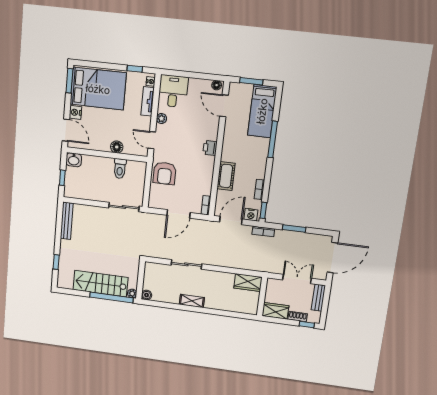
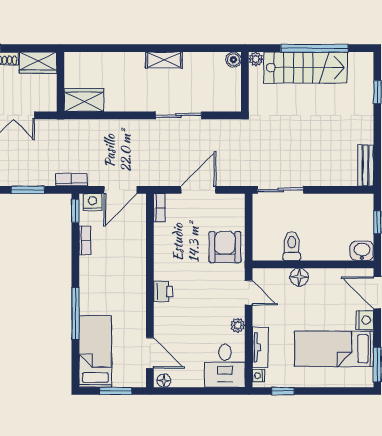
bed: (98, 89) -> (334, 349), width x0.67
cot: (226, 176) -> (135, 254), removed
bench: (67, 221) -> (366, 165), width x0.73
window: (111, 297) -> (314, 48), moved

